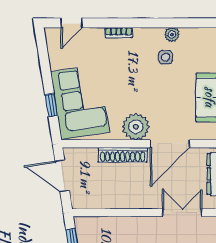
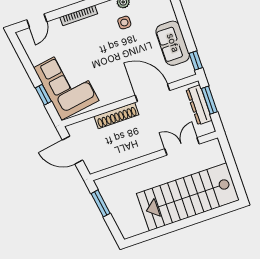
bookcase: (119, 33) -> (79, 15), width x1.56
plant: (136, 127) -> (120, 89), removed
door: (170, 144) -> (152, 93), swing flipped

